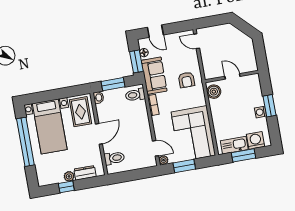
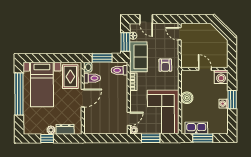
boiler: (214, 92) -> (187, 98), moved
washing machine: (256, 140) -> (221, 77), moved, turned 180
door: (156, 148) -> (129, 119), hinge flipped
toilet: (114, 158) -> (92, 78), moved

